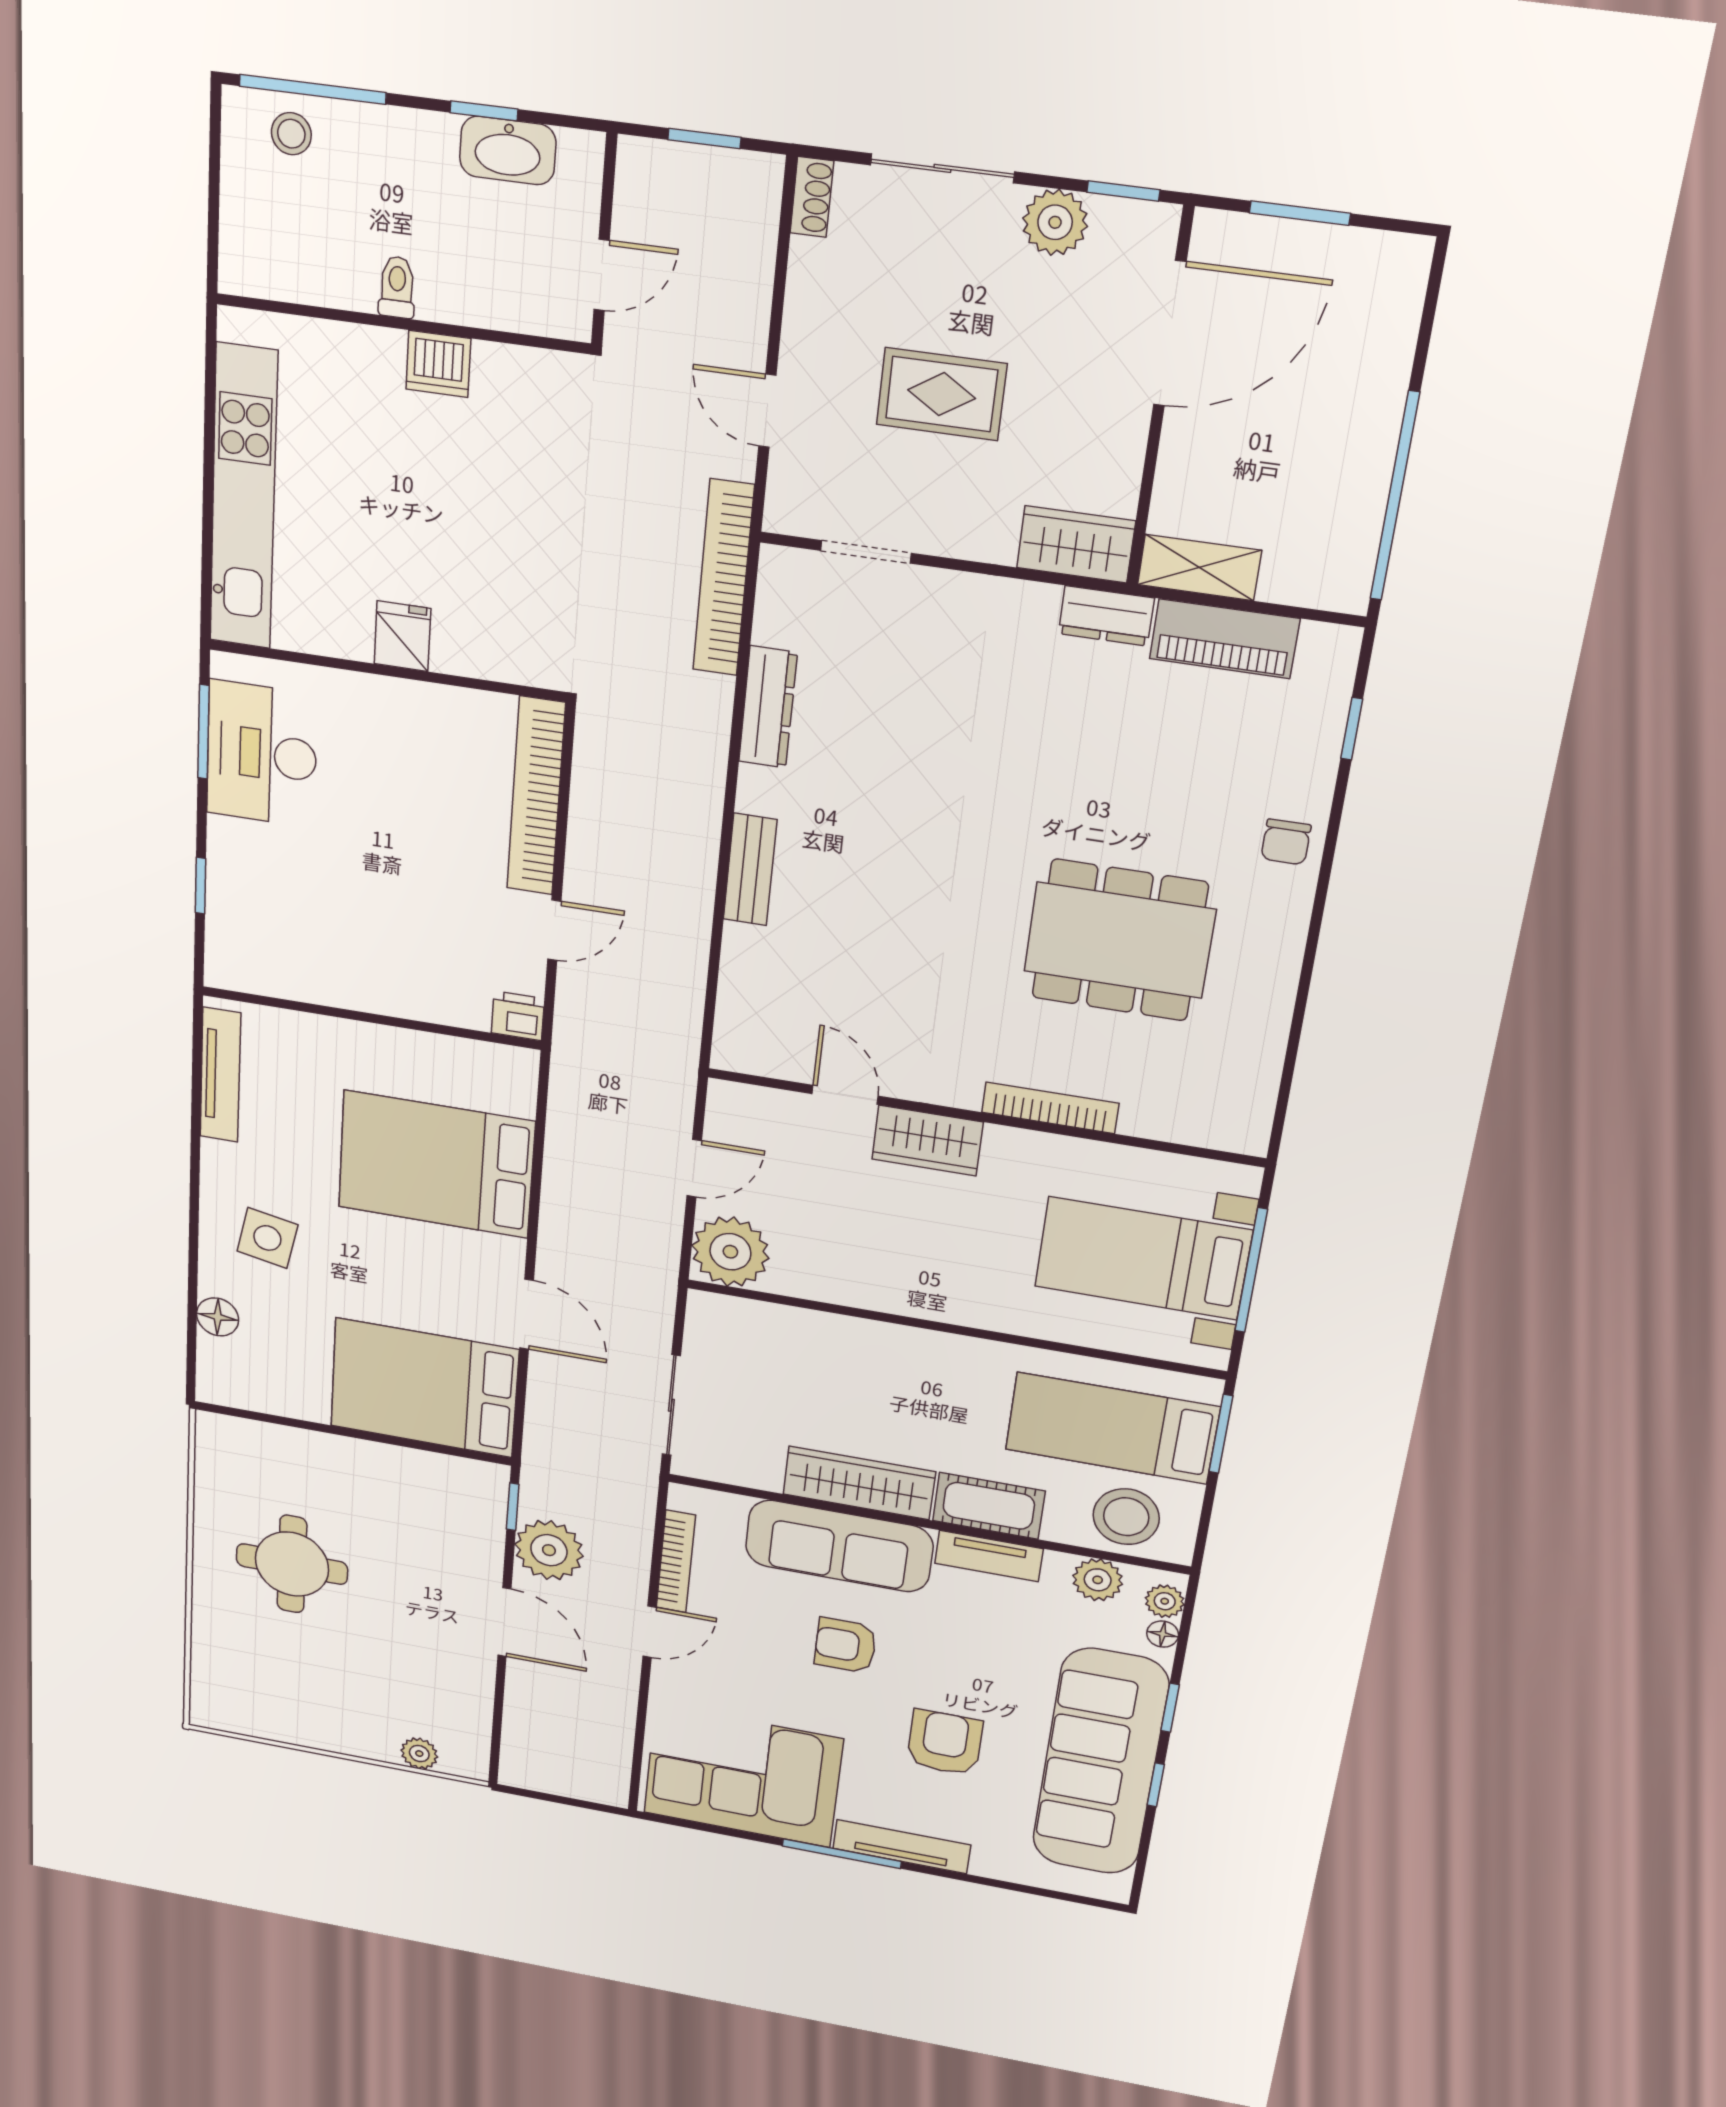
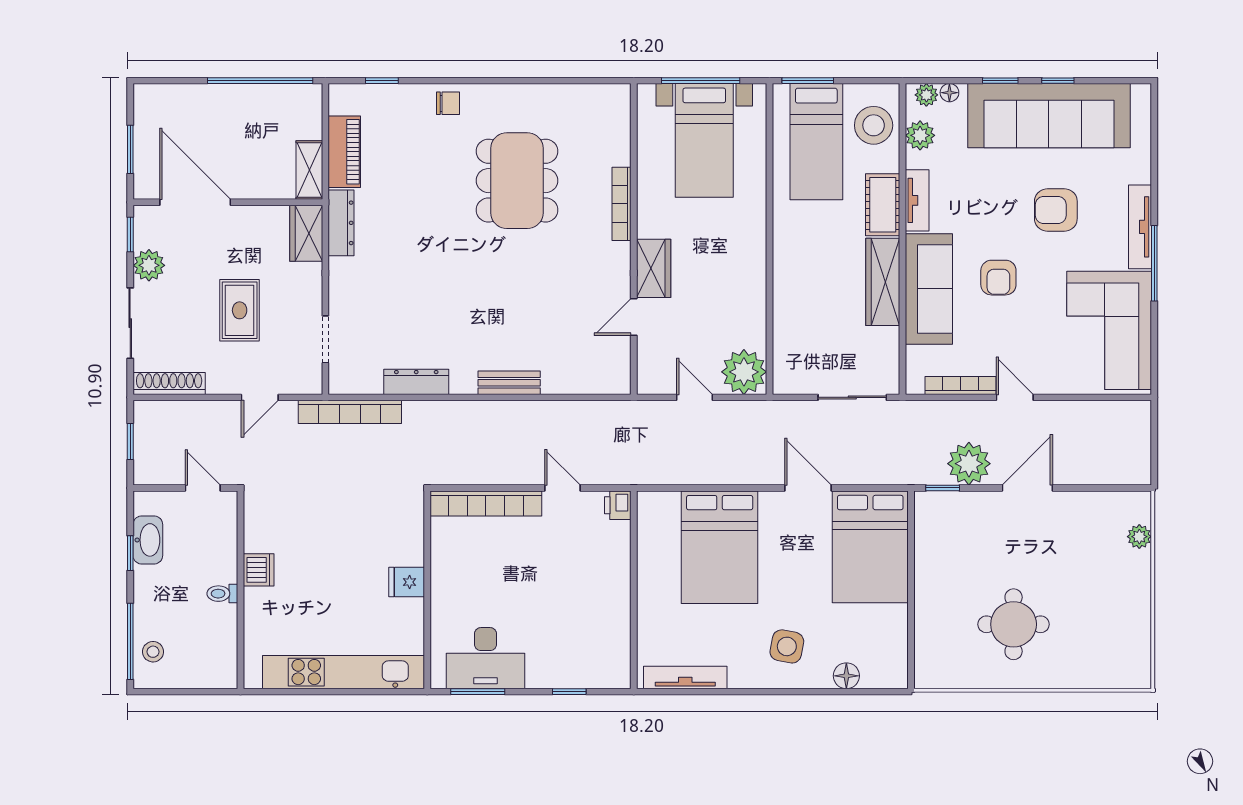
shoe rack: (812, 197) -> (169, 383), width x1.94, depth x1.24
dresser: (1106, 616) -> (341, 223), width x1.44
door: (527, 1314) -> (808, 488), hinge flipped

